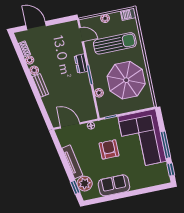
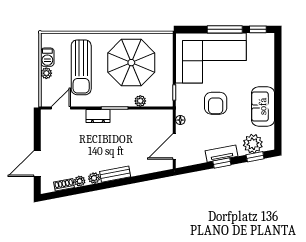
barbecue: (128, 14) -> (47, 57), moved
sun lounger: (115, 43) -> (81, 67), turned 180
armchair: (109, 149) -> (216, 103), turned -90
tv unit: (72, 162) -> (221, 154), width x0.71
window: (65, 164) -> (222, 163), added

